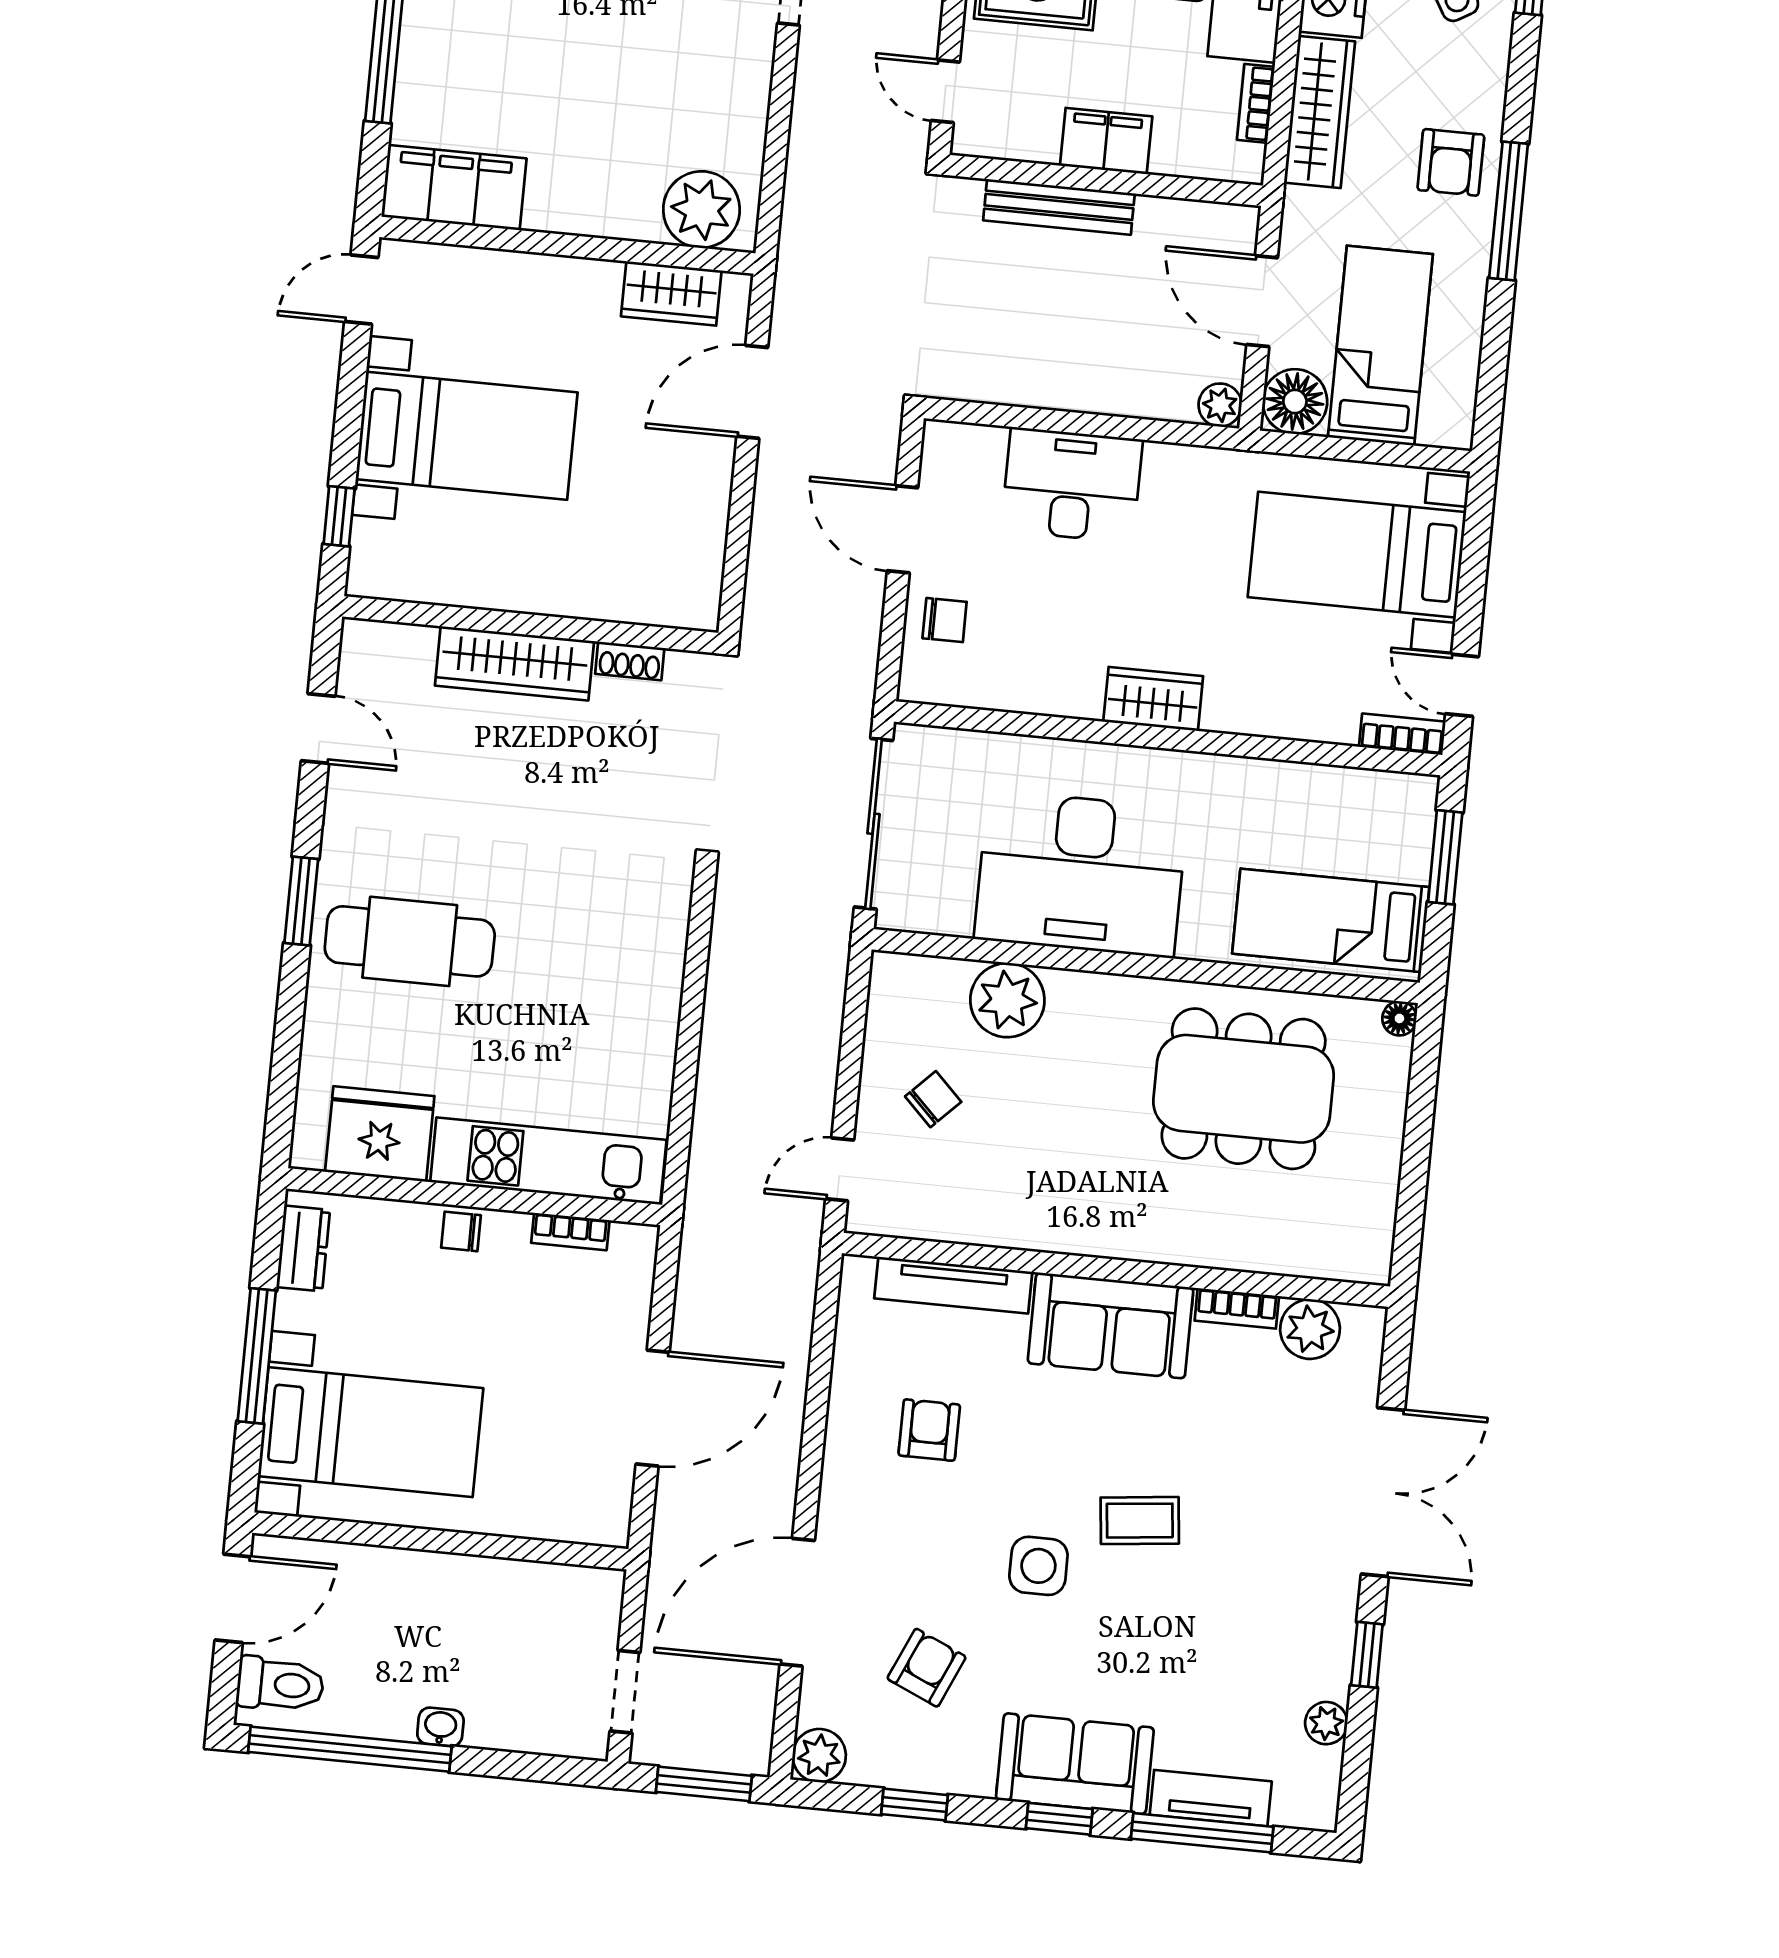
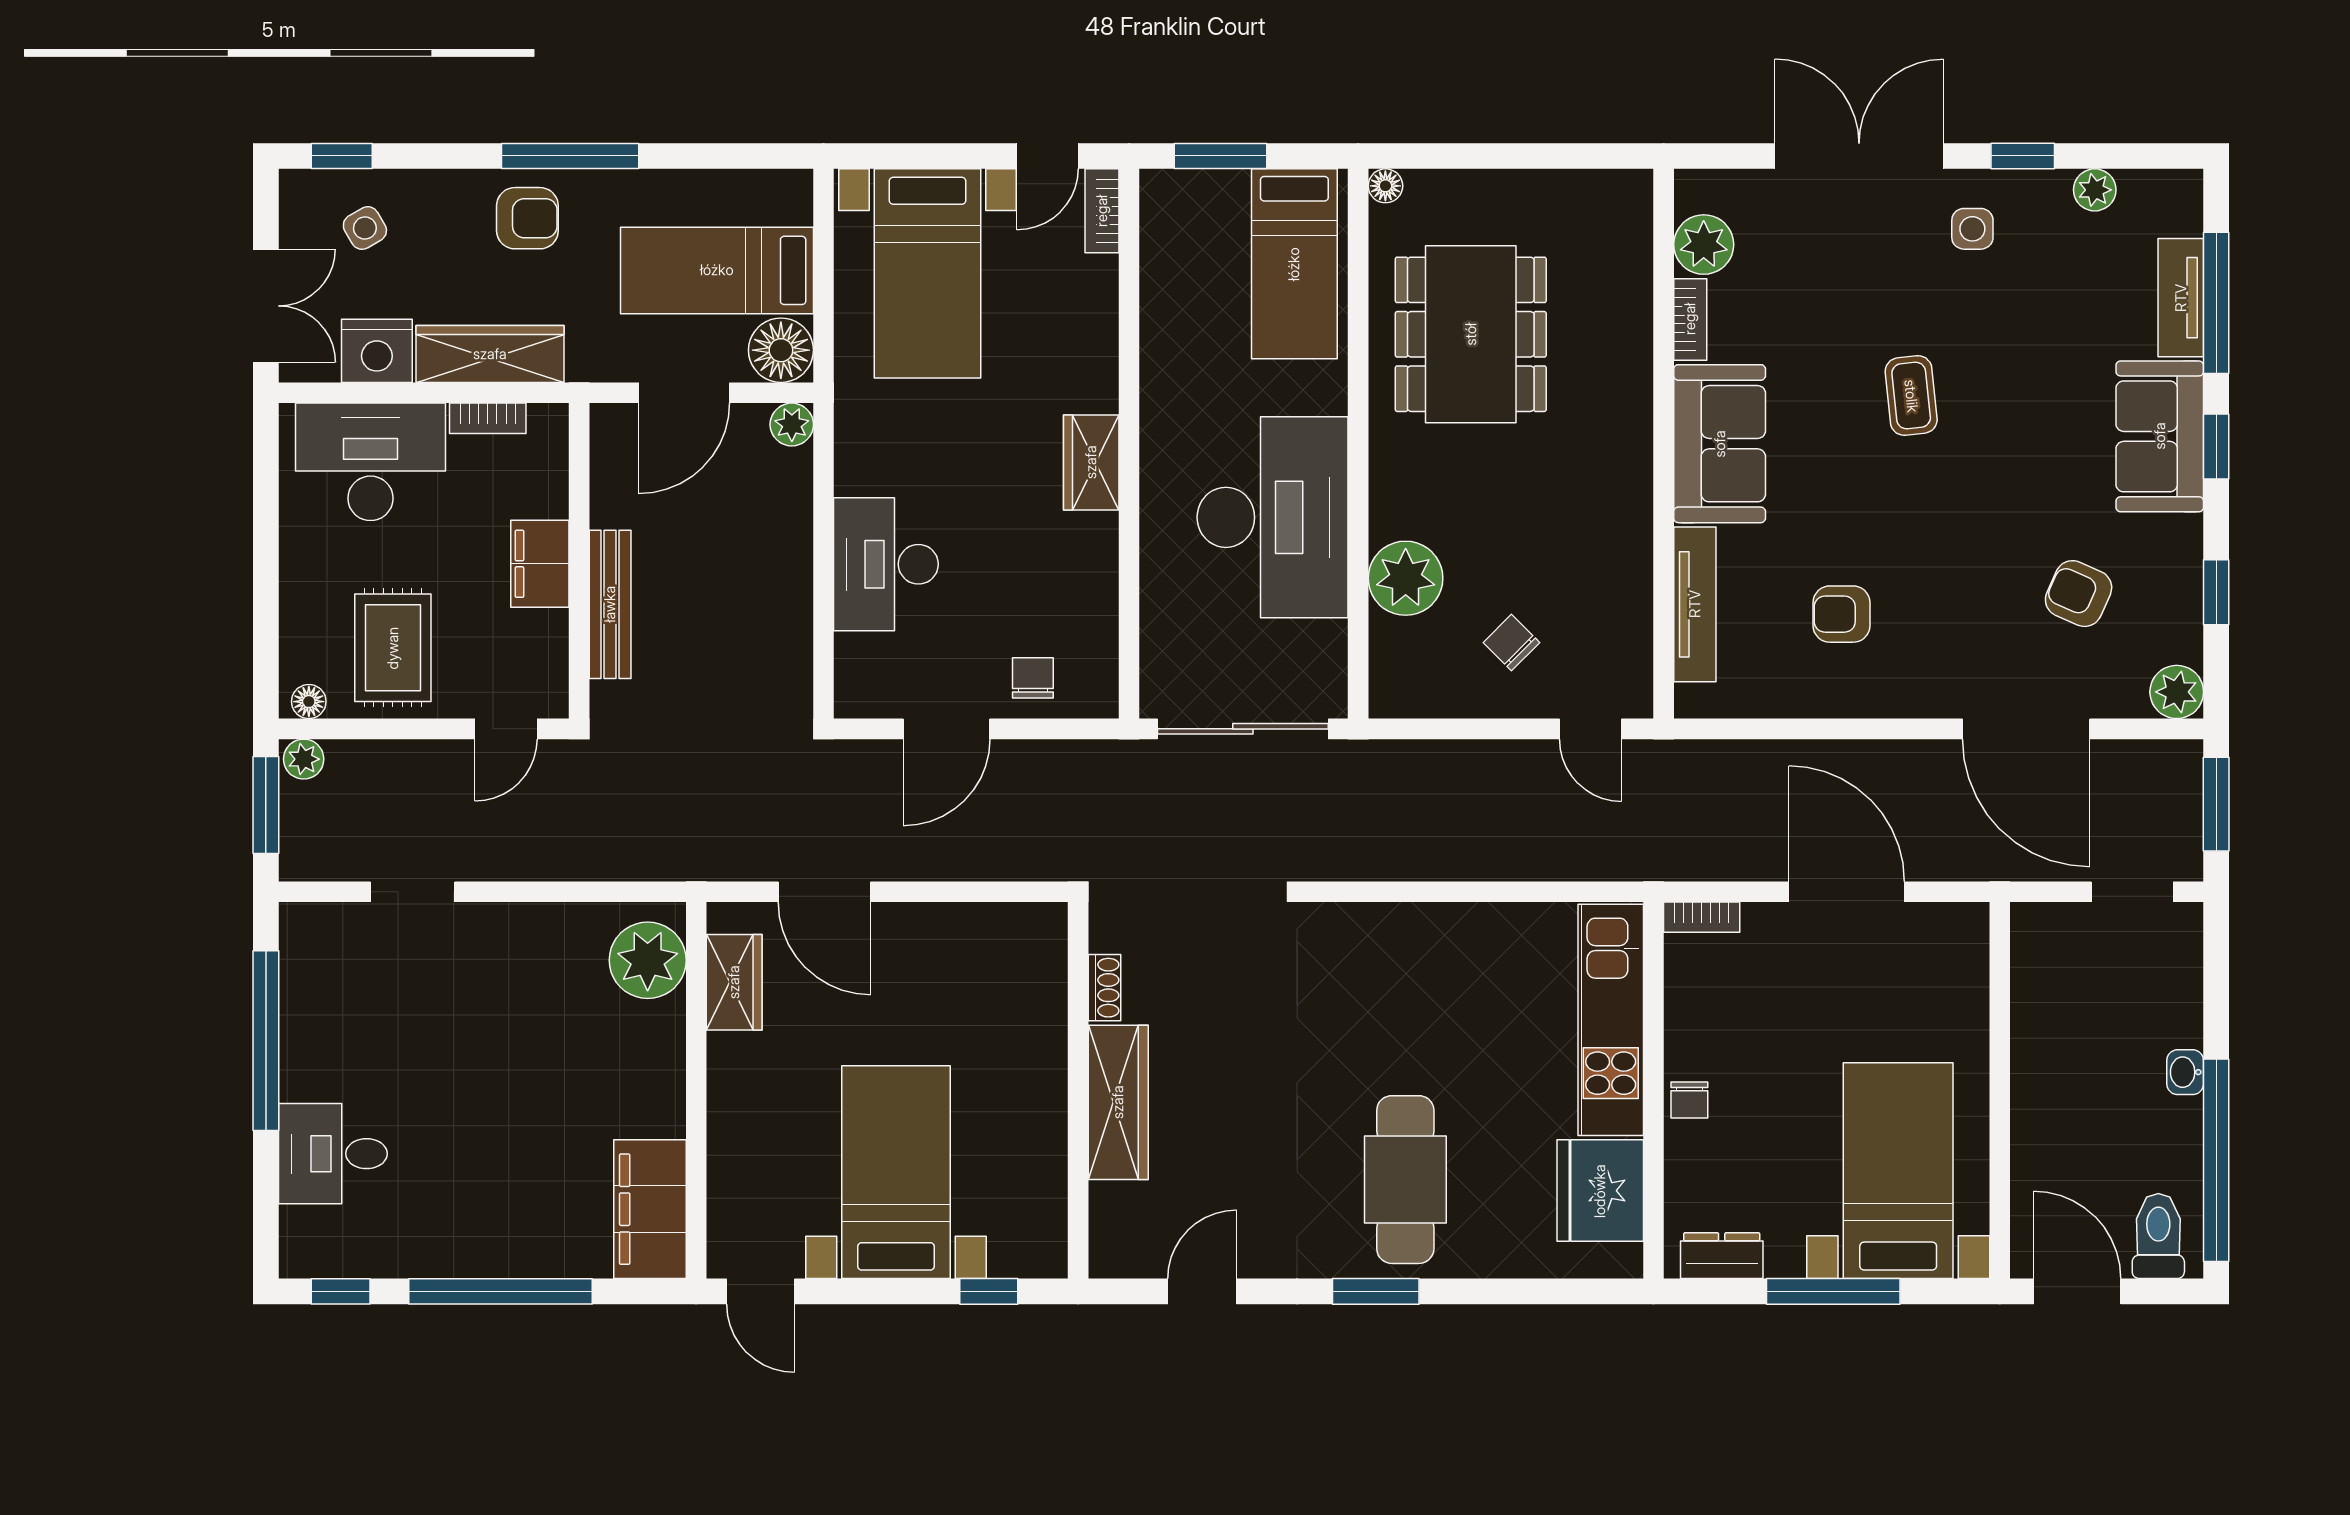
bookcase: (570, 1232) -> (1702, 917), moved, turned 90
side table: (1038, 1566) -> (1972, 229), moved, width x0.73, depth x0.73

